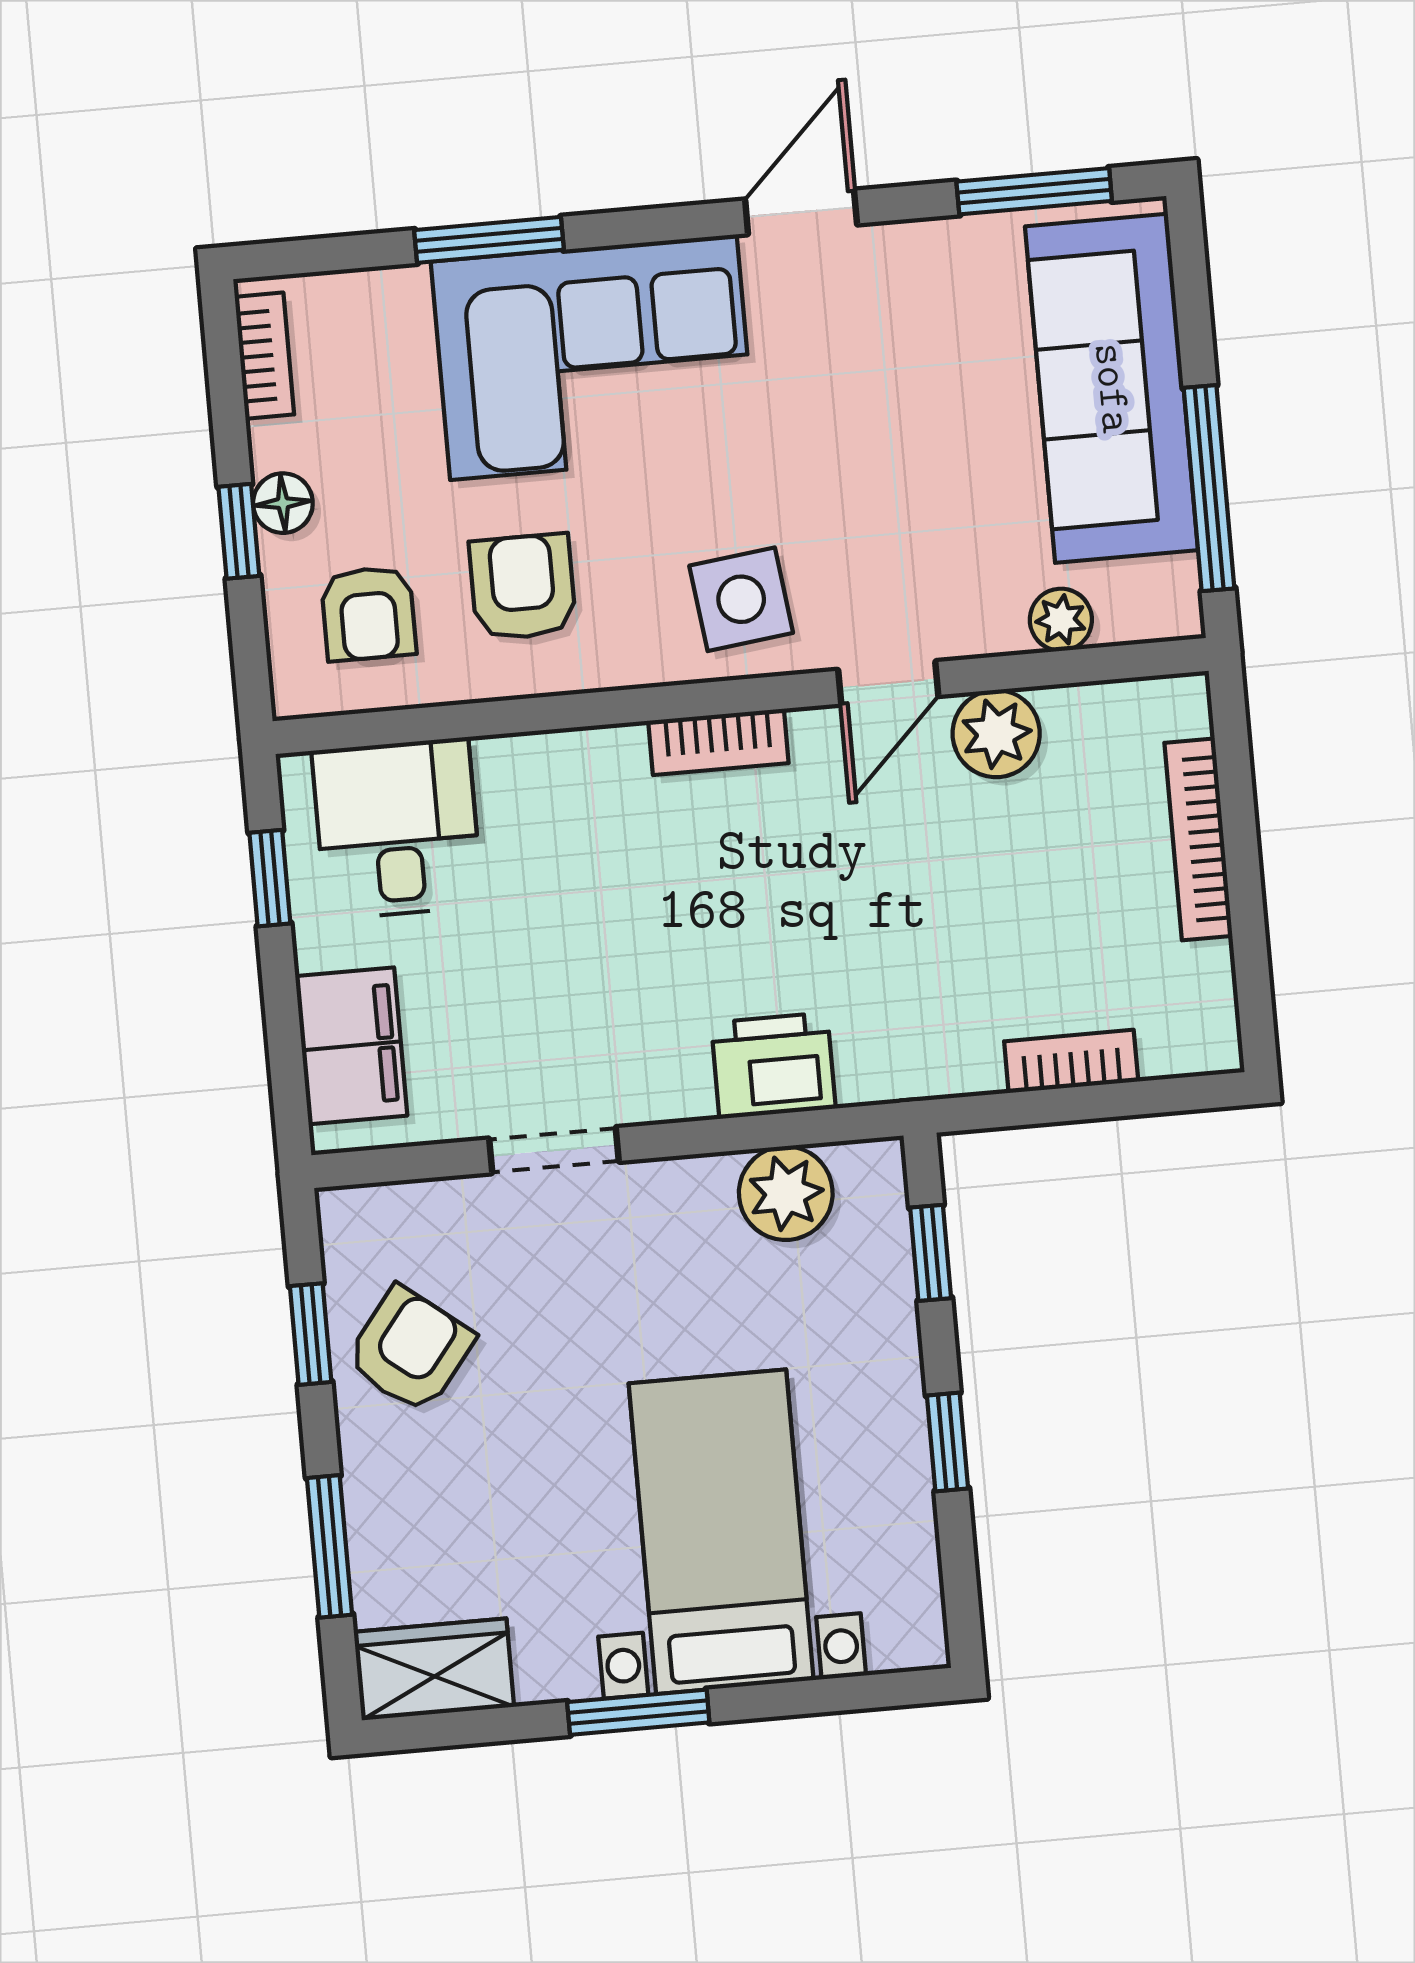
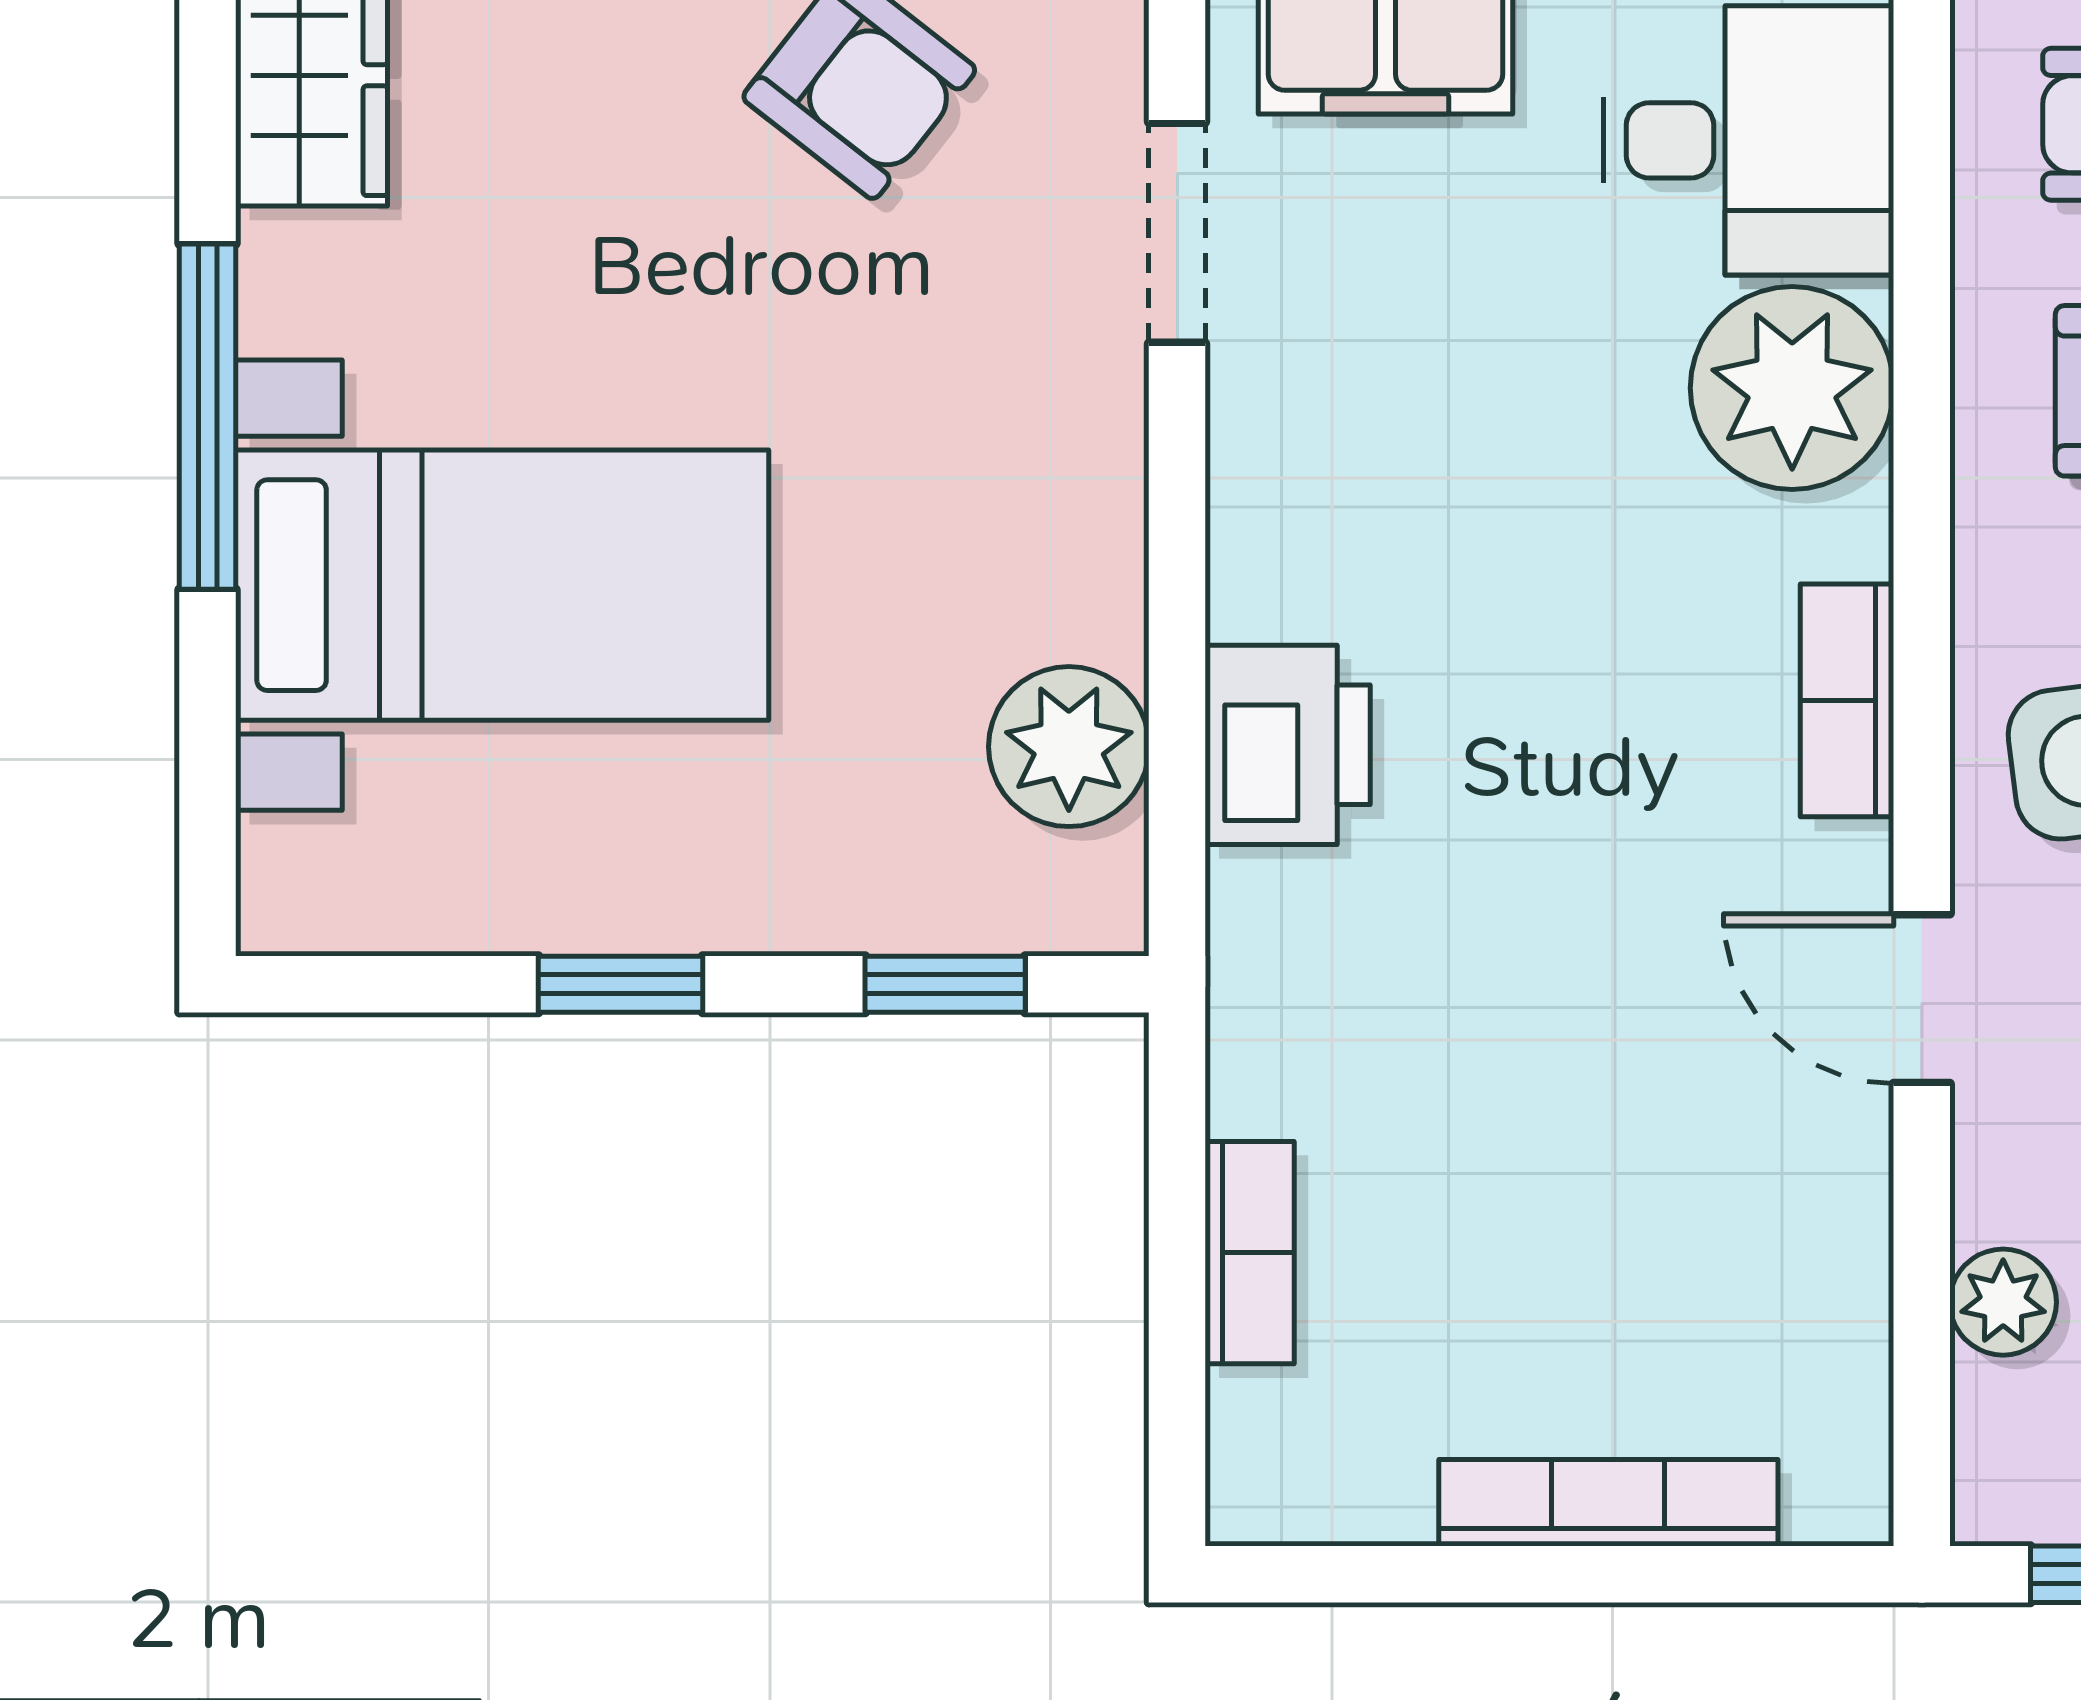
plant: (996, 734) -> (1792, 388), moved, width x1.36, depth x1.36
doorway: (554, 1150) -> (1177, 233), moved
window: (638, 1712) -> (208, 417), width x1.44

